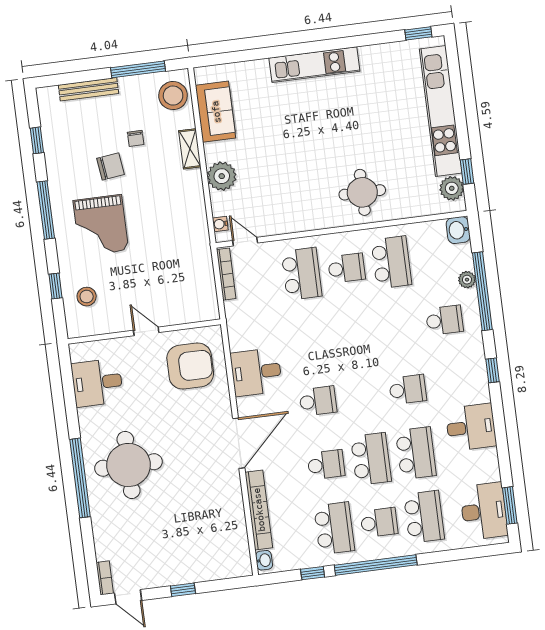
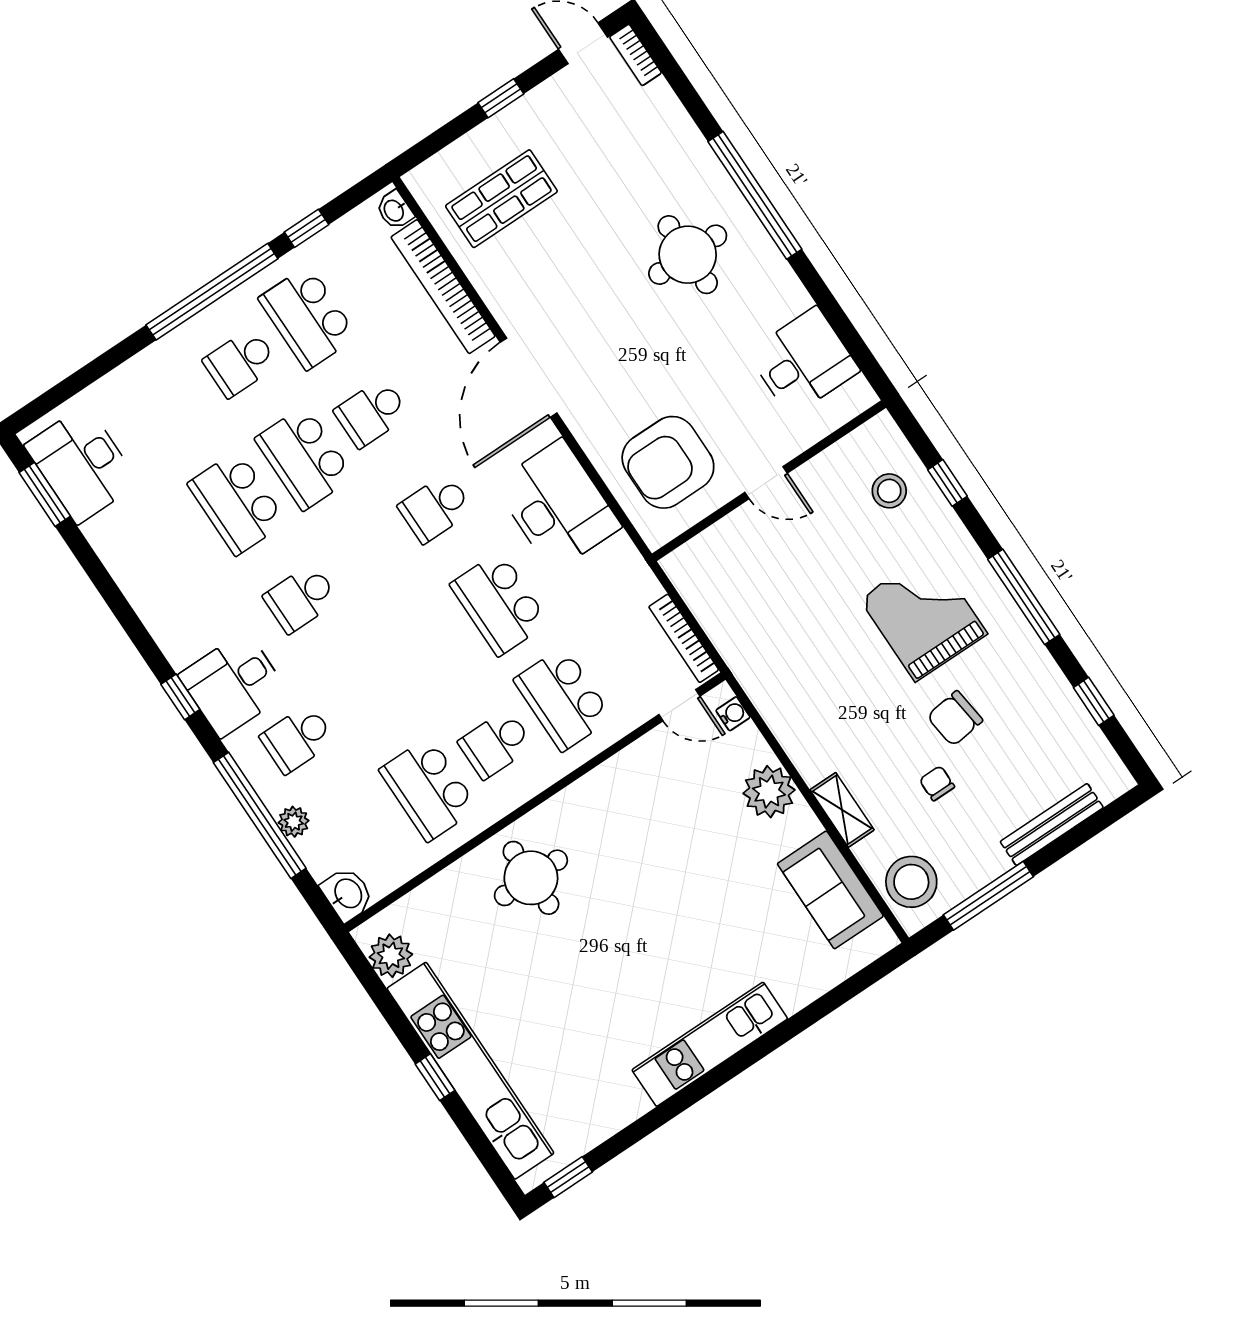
window: (467, 172) -> (435, 1077), moved
desk: (256, 372) -> (557, 505), width x1.37
desk: (471, 427) -> (233, 684), moved
round table: (128, 465) -> (688, 255), width x0.73, depth x0.73
school desk: (424, 517) -> (499, 604), moved
shop shelf: (208, 539) -> (501, 199), added

